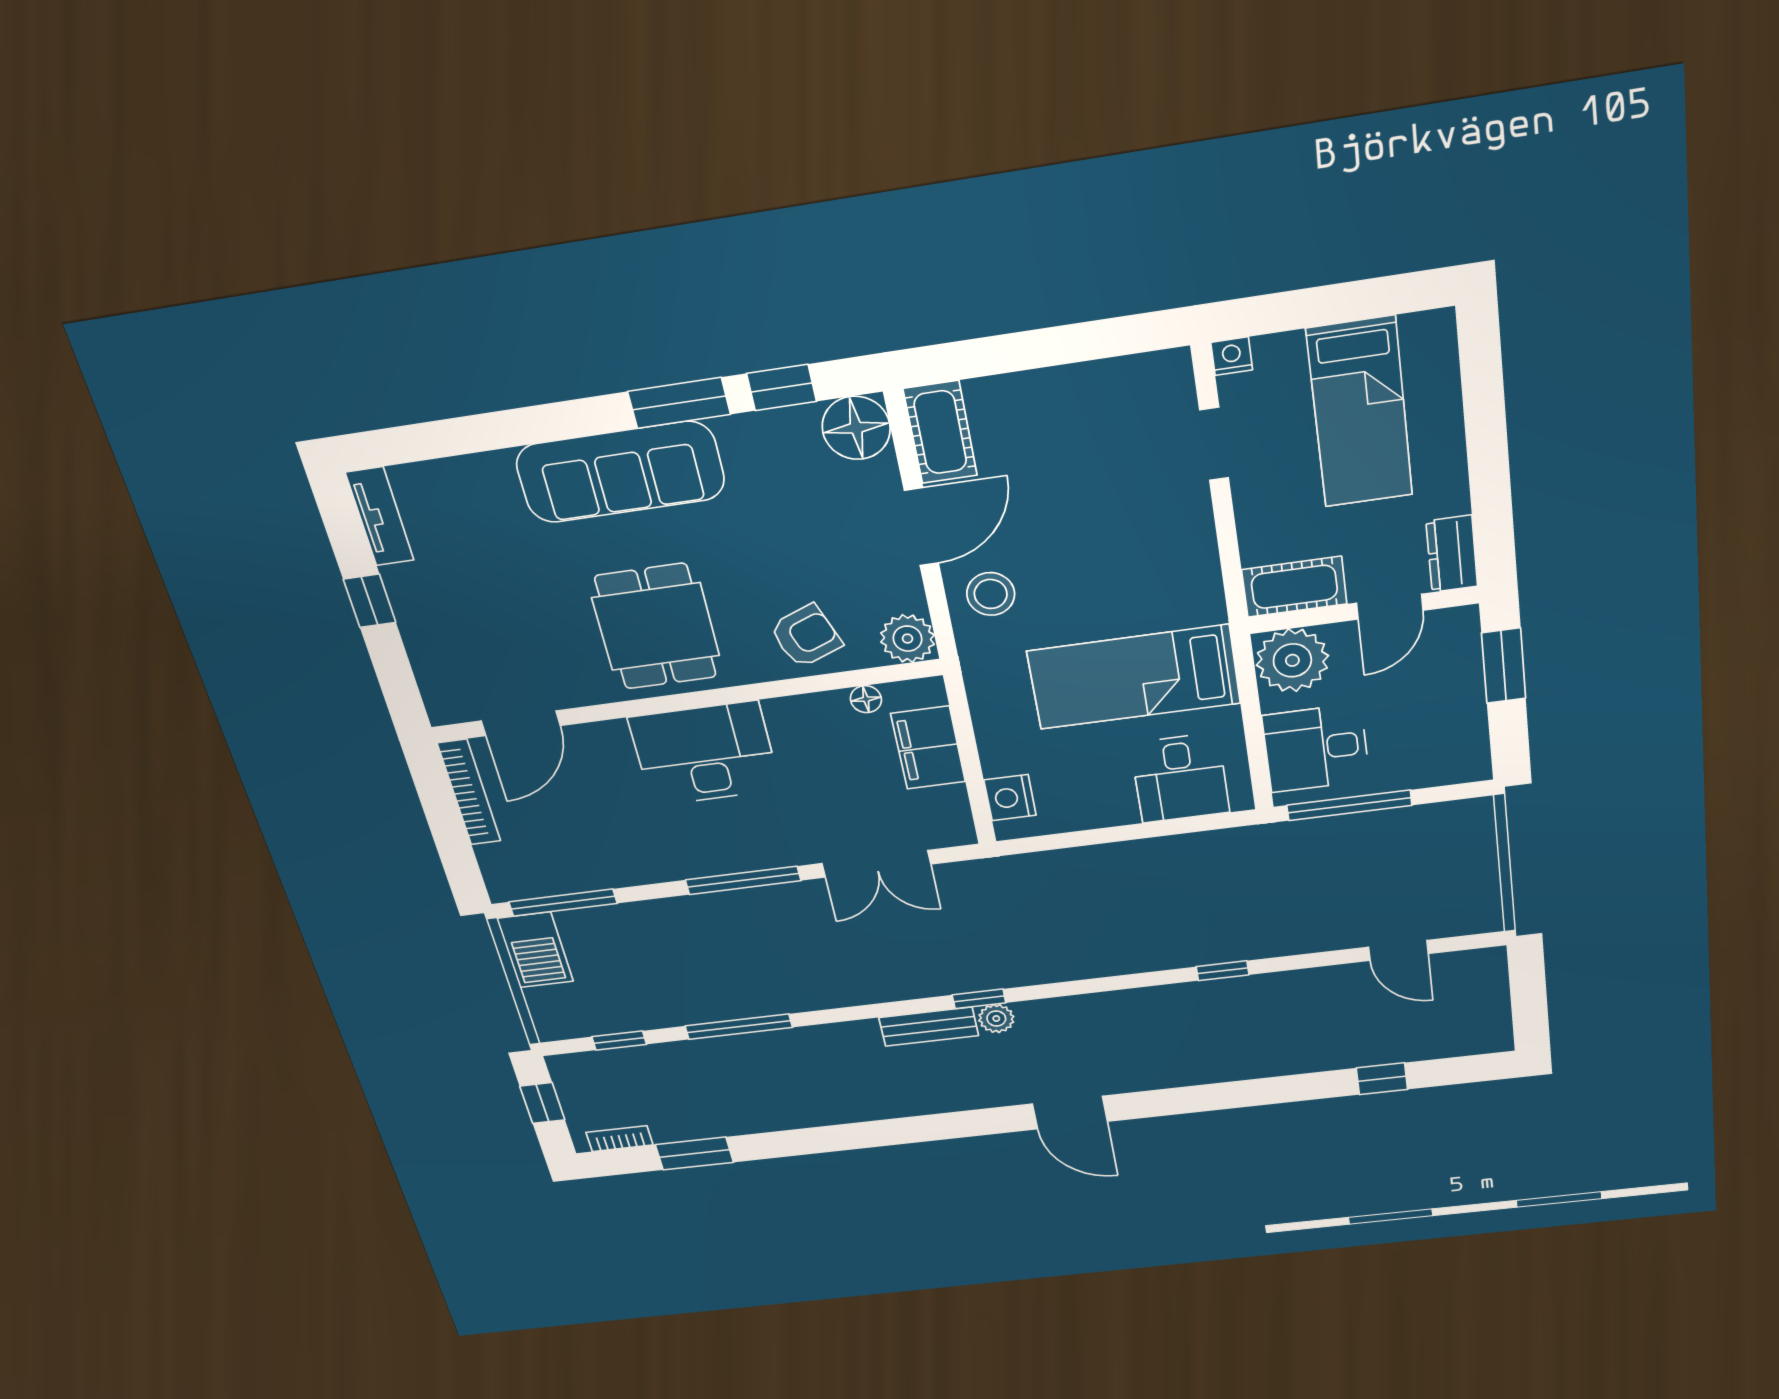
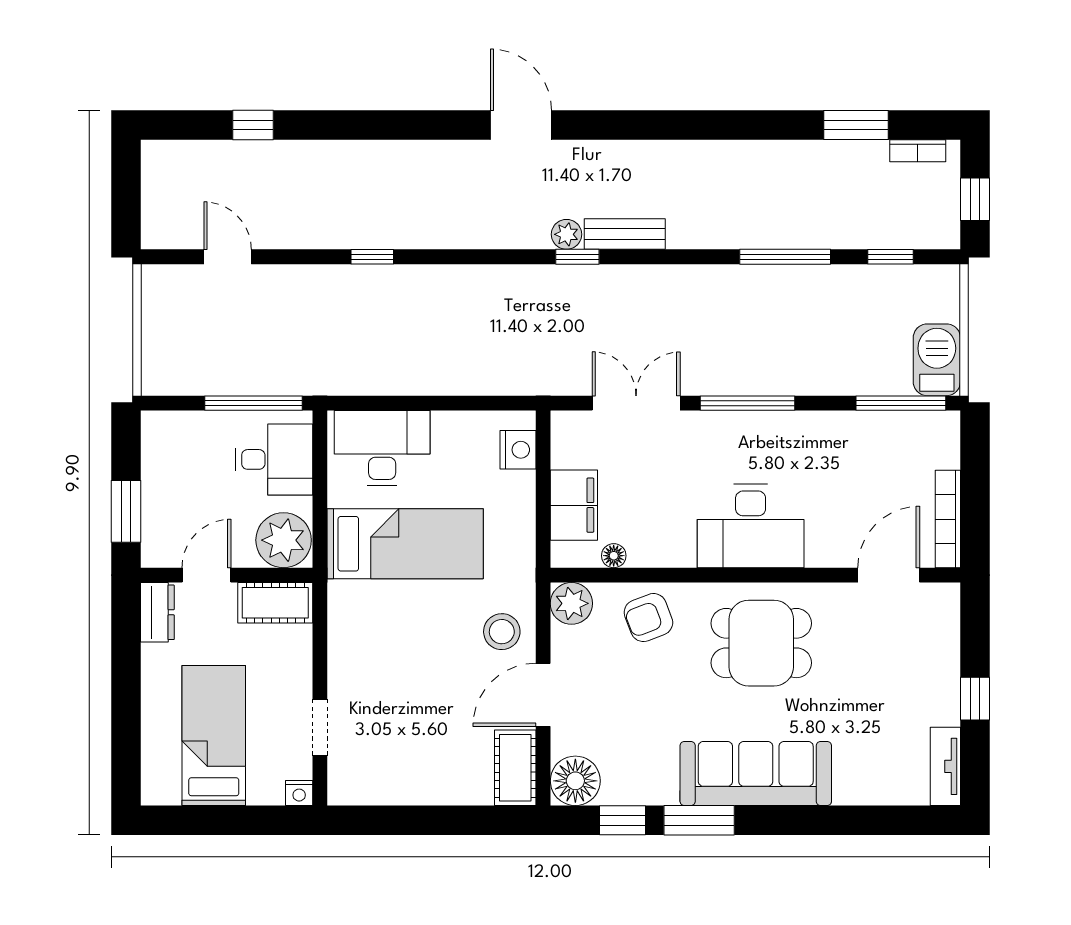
dining table: (656, 627) -> (761, 643), turned 90
desk: (1180, 778) -> (382, 448), width x1.37

